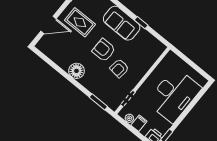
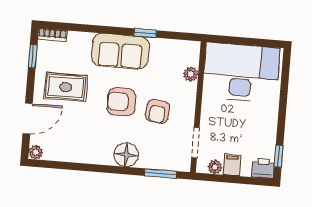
plant: (41, 46) -> (36, 152), added
plant: (150, 61) -> (191, 74), added
floor lamp: (76, 71) -> (126, 155), moved
desk: (174, 95) -> (241, 72), moved, turned -90

